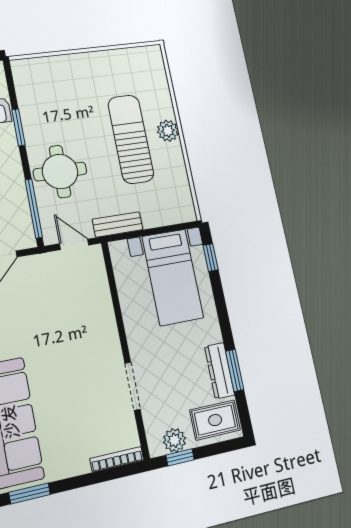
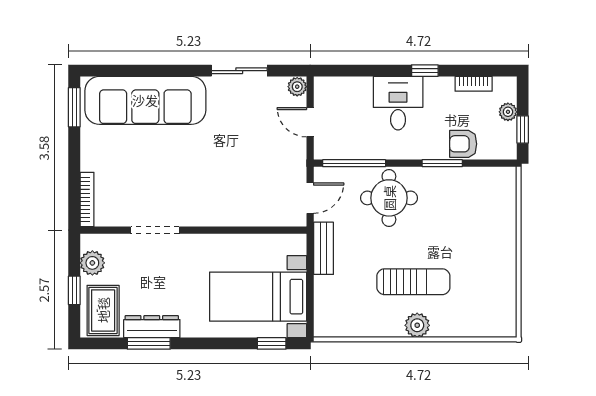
sun lounger: (131, 139) -> (413, 282), width x0.73, depth x0.75
window: (180, 457) -> (74, 290), moved

